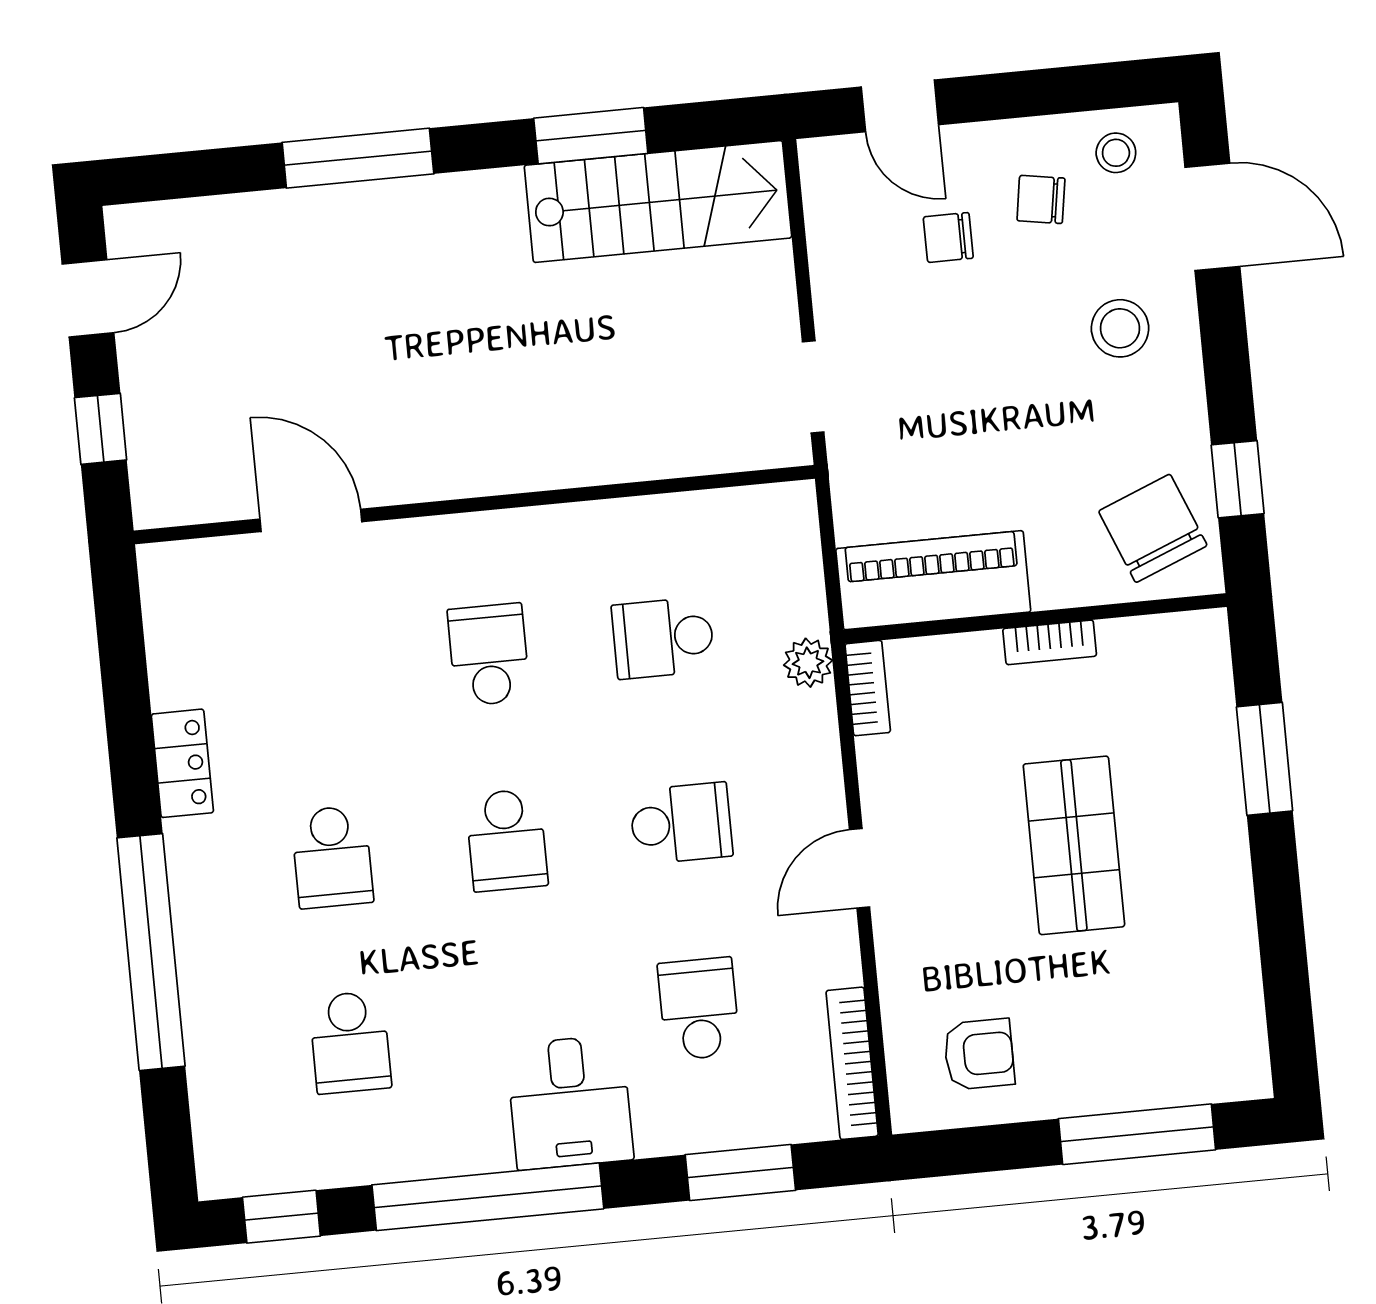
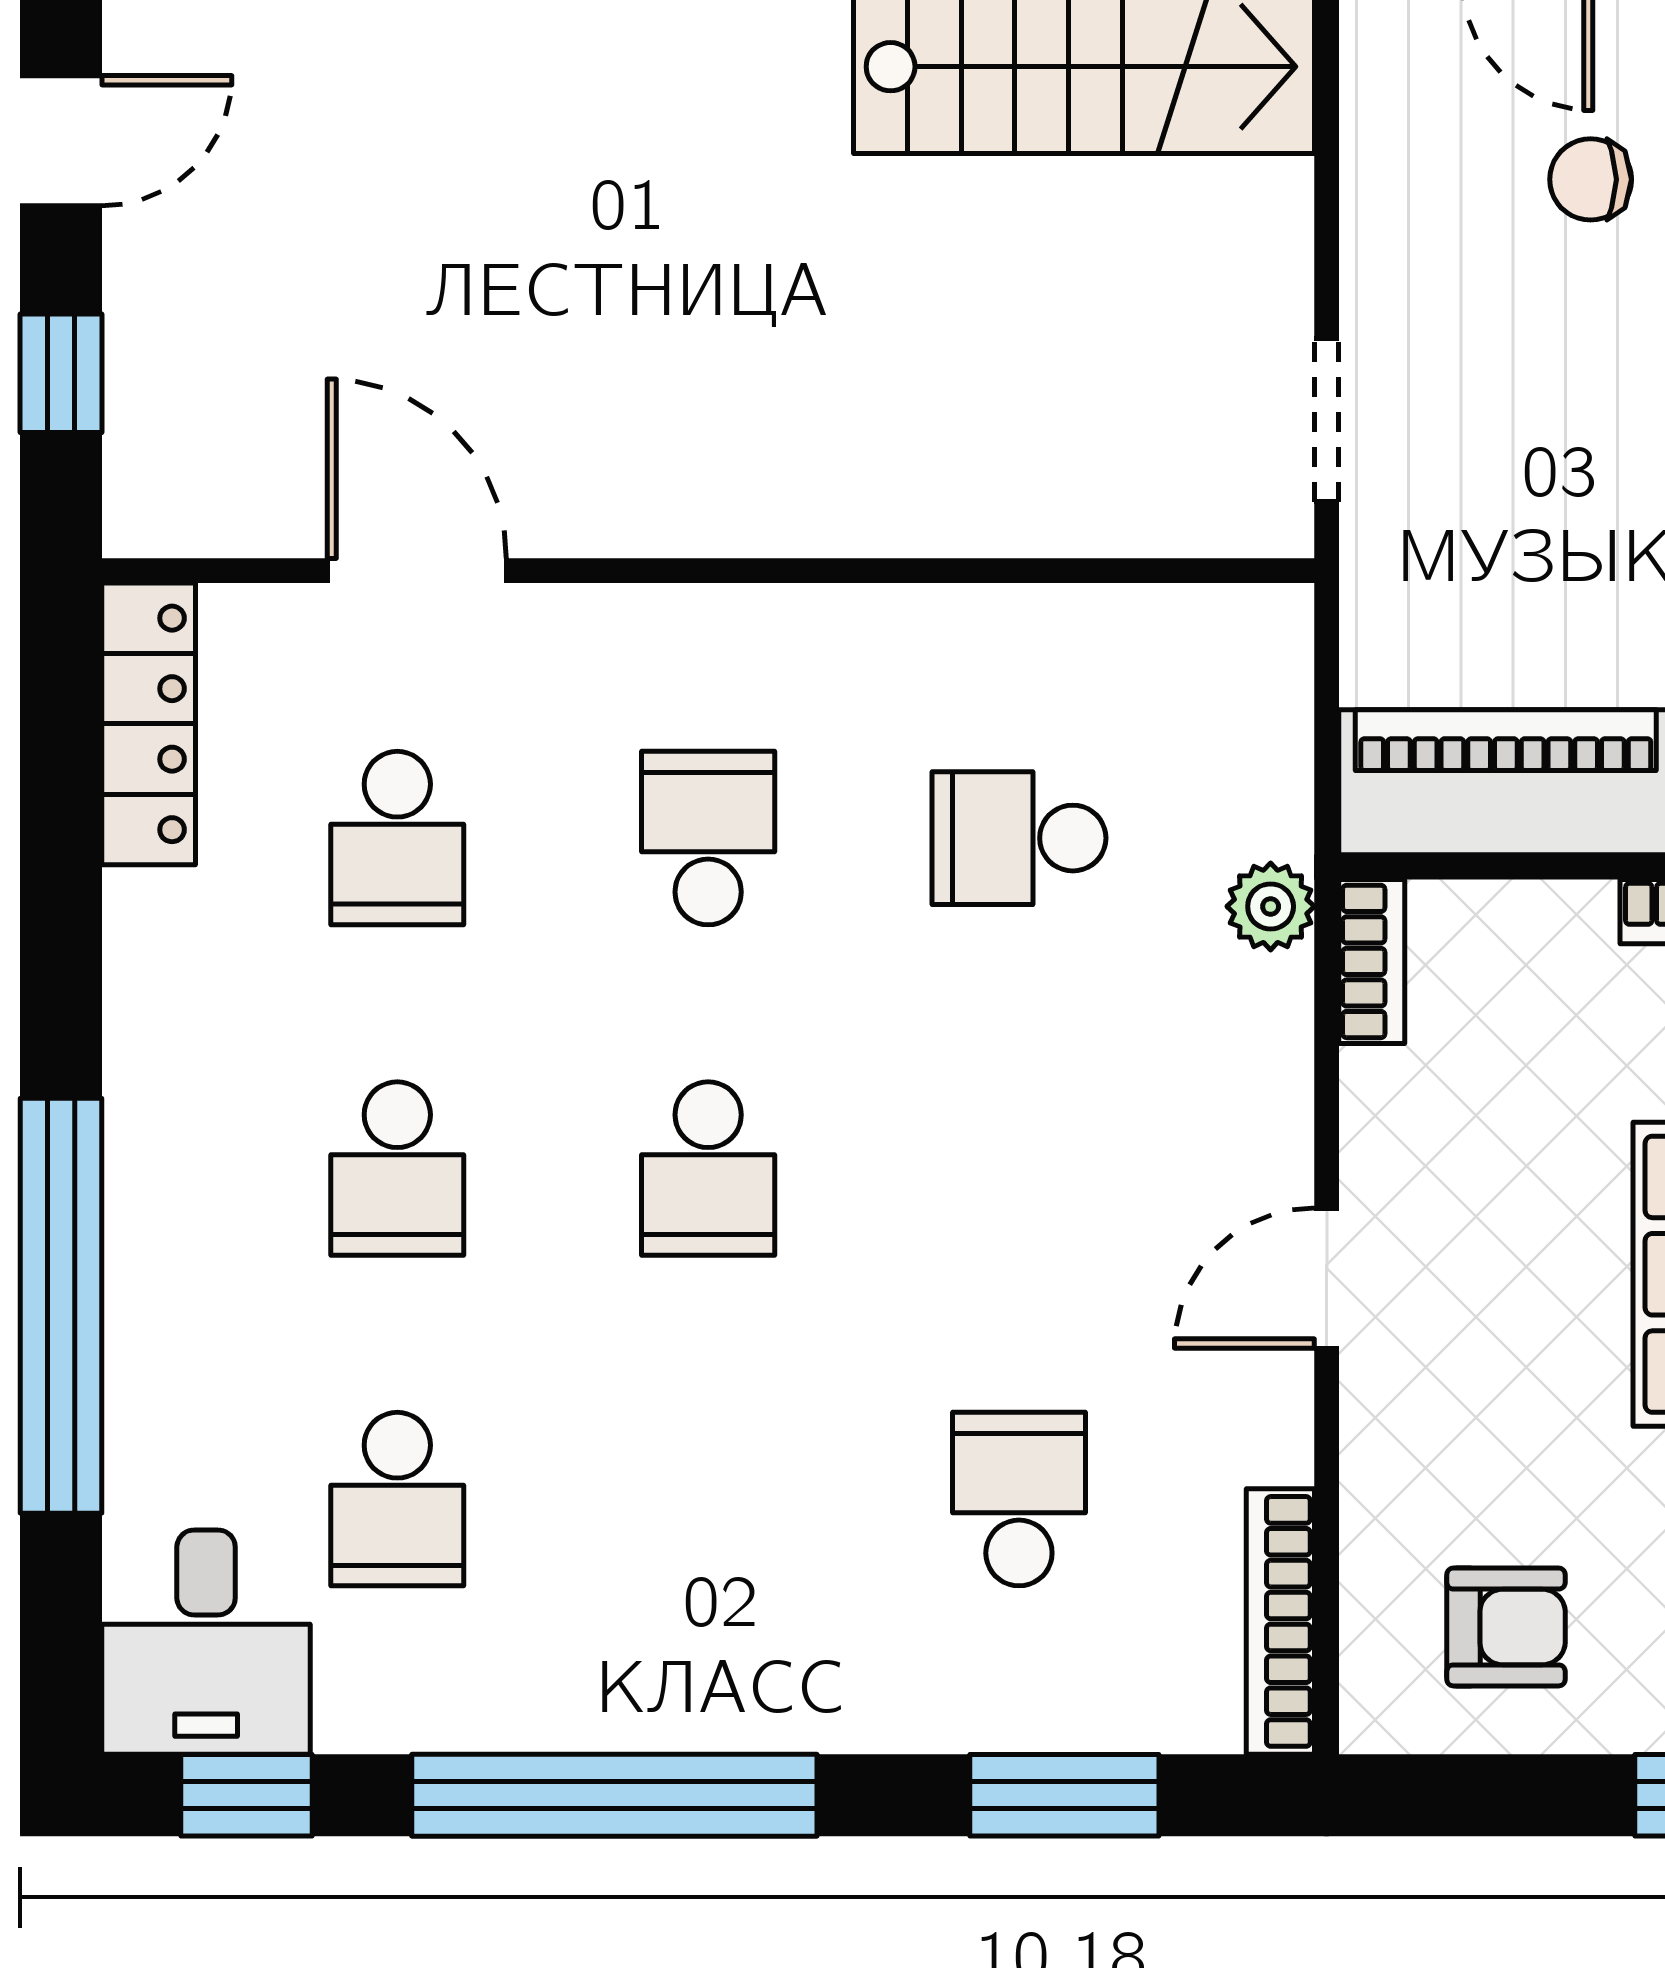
locker: (182, 763) -> (149, 724), moved, width x1.53
school desk: (681, 823) -> (397, 838), moved, turned 90
desk: (570, 1102) -> (206, 1642), moved

